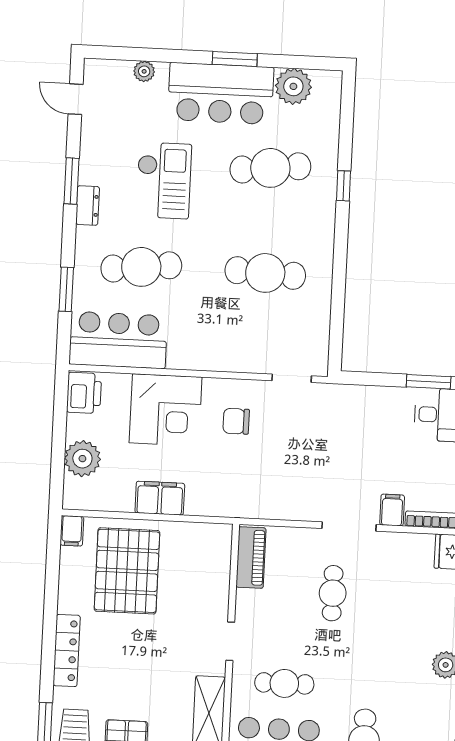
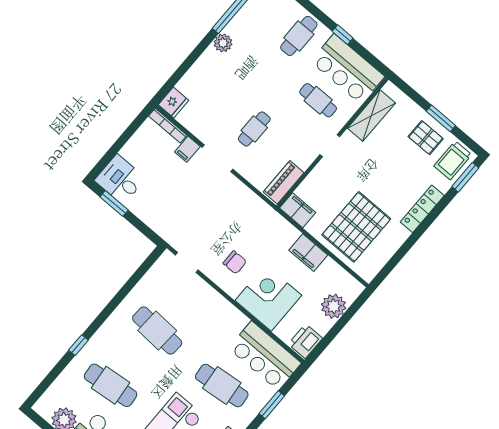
filing cabinet: (72, 531) -> (298, 210), moved, width x2.00

